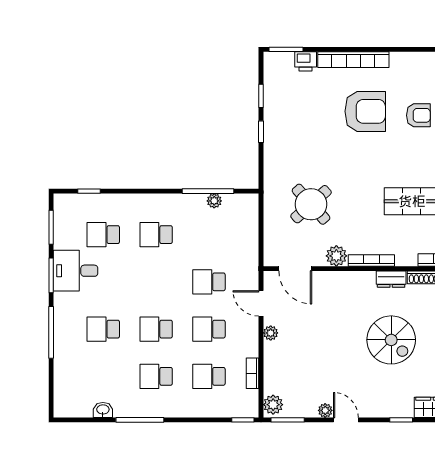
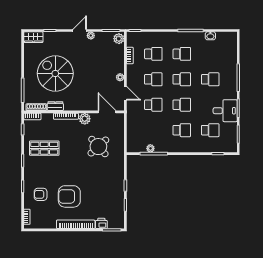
school desk: (156, 282) -> (182, 105), added
spiral stairs: (391, 340) -> (55, 73), width x1.37, depth x1.37
door: (346, 420) -> (80, 30), swing flipped

